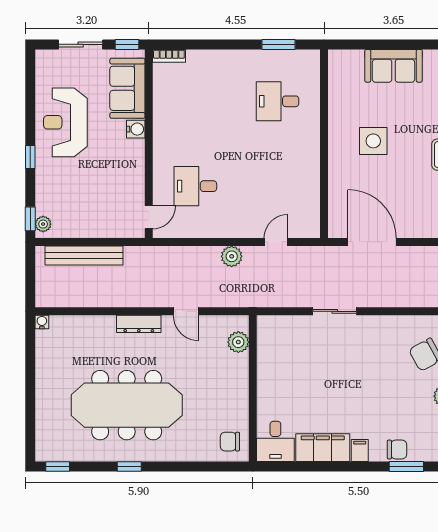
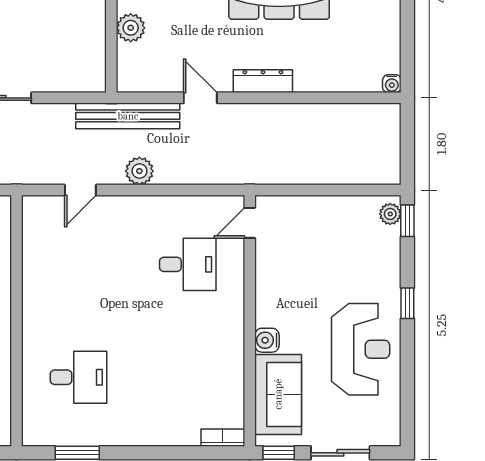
bench: (84, 256) -> (128, 116), moved
plant: (238, 342) -> (131, 28), moved

